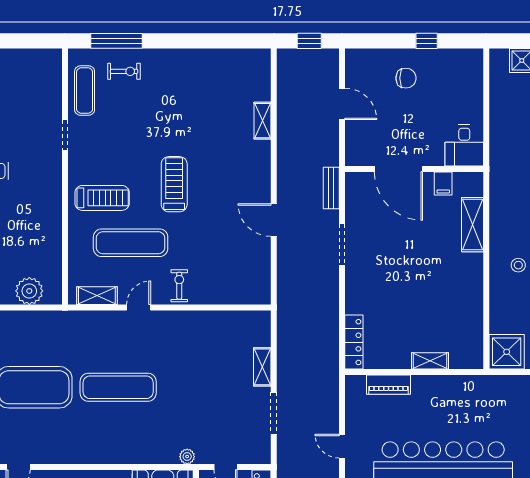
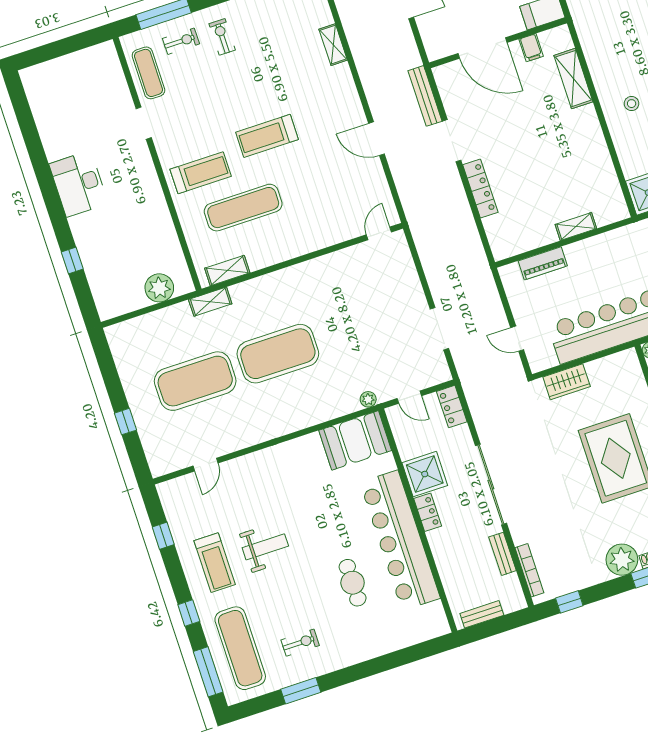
treadmill: (174, 184) -> (267, 136), turned -90
bench: (331, 188) -> (425, 96), width x1.36
exercise bike: (179, 286) -> (222, 37), moved
door: (139, 308) -> (379, 233), moved
locker: (354, 342) -> (480, 189), moved
shelving: (262, 367) -> (210, 302), moved, turned 90
exercise mat: (118, 387) -> (278, 354), width x1.47

